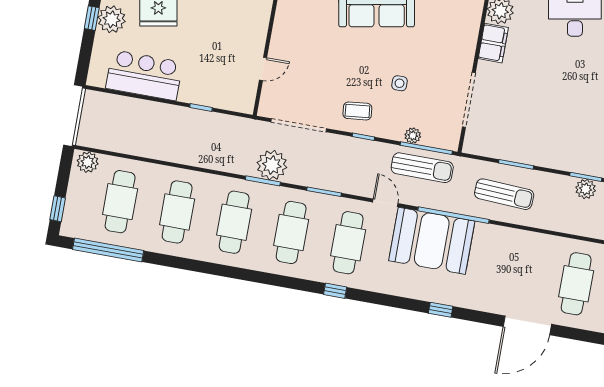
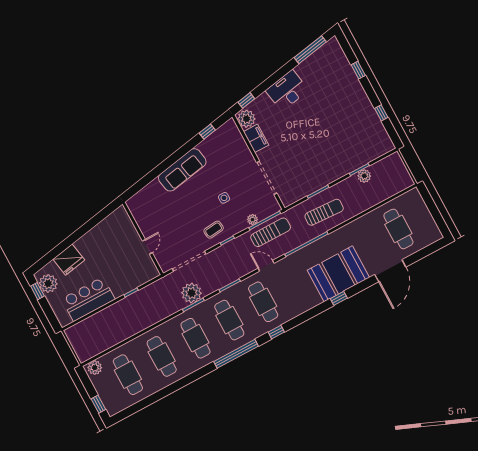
booth: (432, 241) -> (338, 274), moved
window: (108, 250) -> (236, 354), moved

